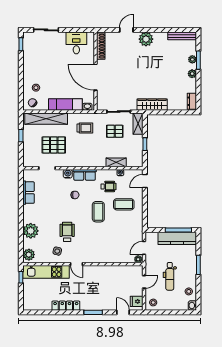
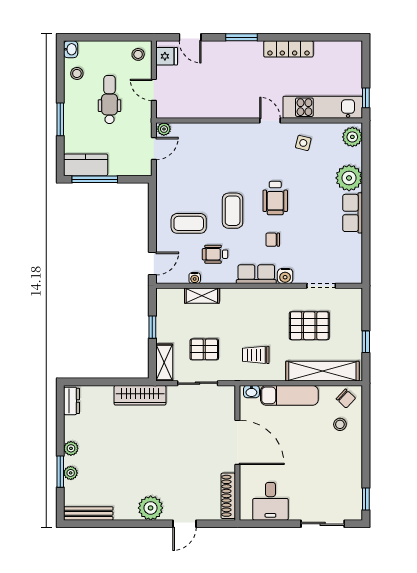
row of seats: (29, 193) -> (353, 213), moved
wheelchair: (67, 232) -> (275, 198), moved
kitchen counter: (177, 238) -> (86, 165), width x0.67
door: (144, 282) -> (154, 90), hinge flipped

